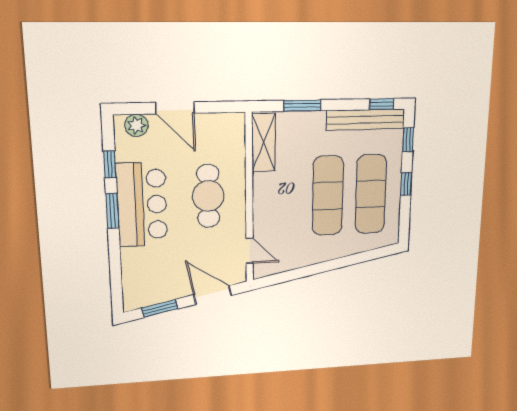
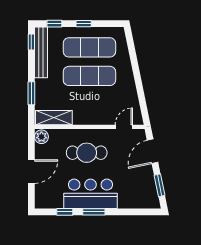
plant: (136, 125) -> (41, 137), moved

